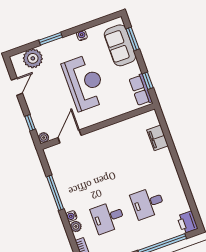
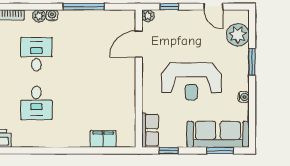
sofa: (120, 45) -> (218, 134), width x1.36
row of seats: (141, 90) -> (150, 130), moved, turned 90
door: (70, 137) -> (139, 44), swing flipped
desk: (148, 203) -> (36, 103), turned 180

